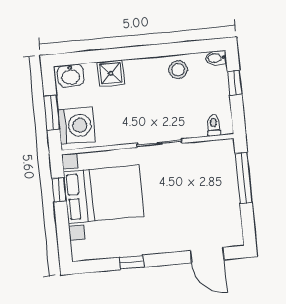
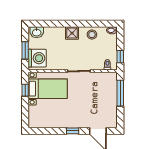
shower: (111, 73) -> (72, 33), moved
window: (235, 83) -> (120, 57), moved
bed with nightstands: (103, 194) -> (48, 89), width x0.73
window: (131, 262) -> (73, 131), moved

